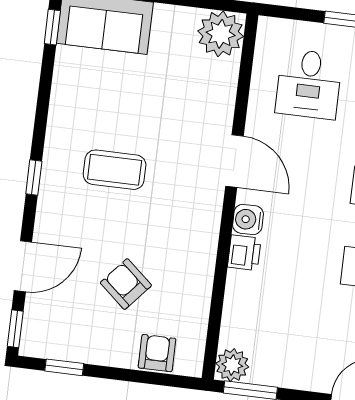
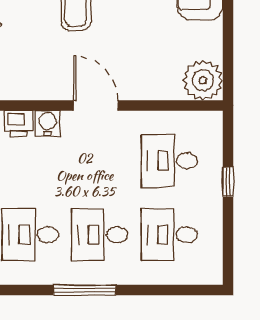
door: (234, 161) -> (96, 105), swing flipped

